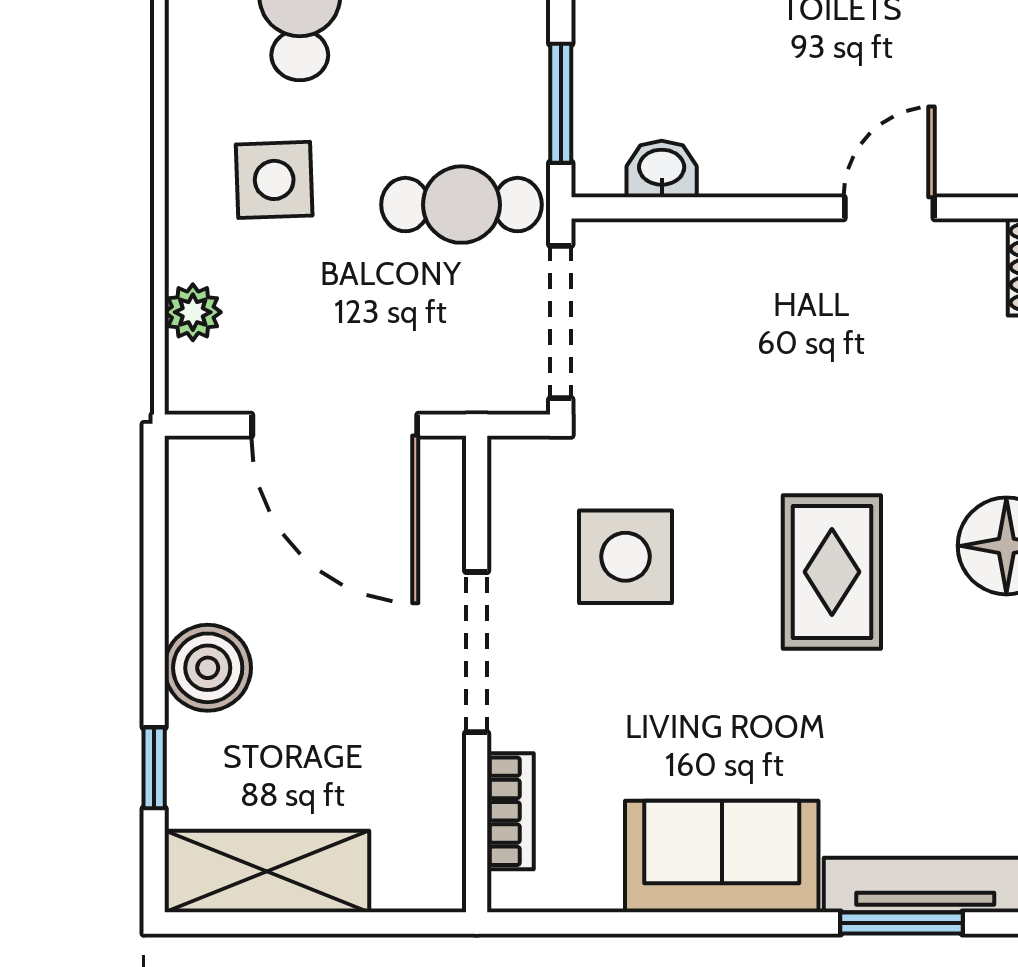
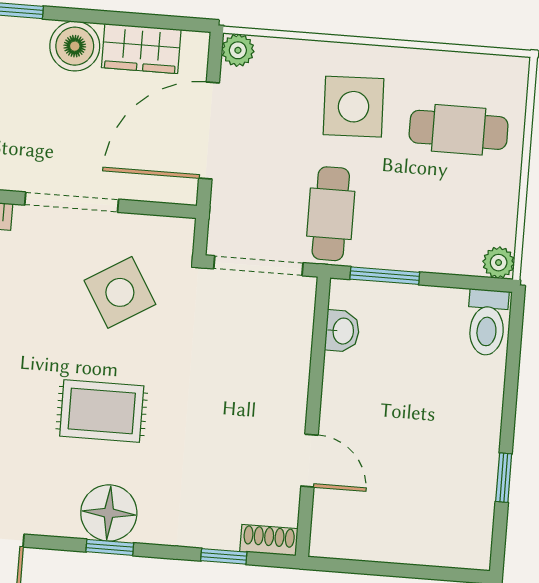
side table: (274, 180) -> (354, 107), width x1.37, depth x1.37
plant: (193, 312) -> (238, 50), moved
wardrobe: (203, 553) -> (141, 49), added
side table: (625, 557) -> (120, 292), turned -31

